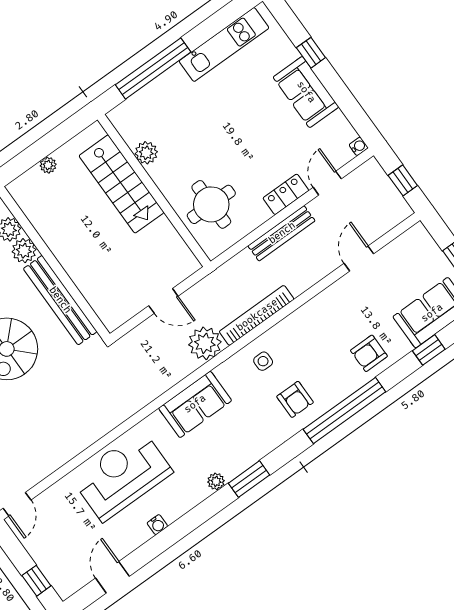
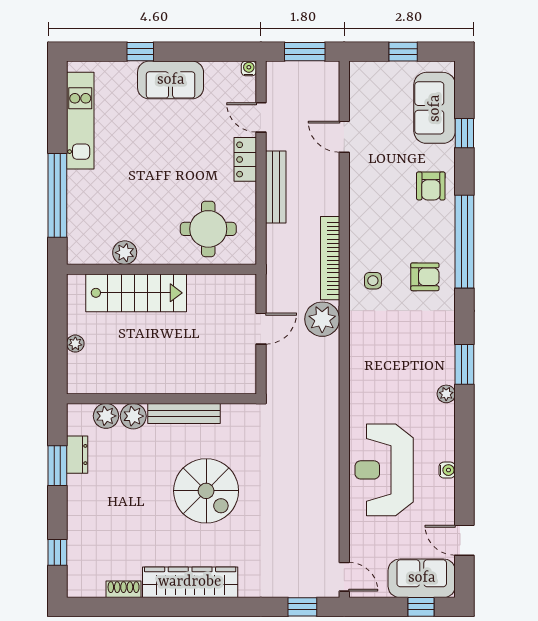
window: (403, 180) -> (305, 52), width x1.50
bench: (60, 300) -> (184, 413), width x0.73, depth x0.82
sofa: (195, 404) -> (422, 578), moved, turned -90

